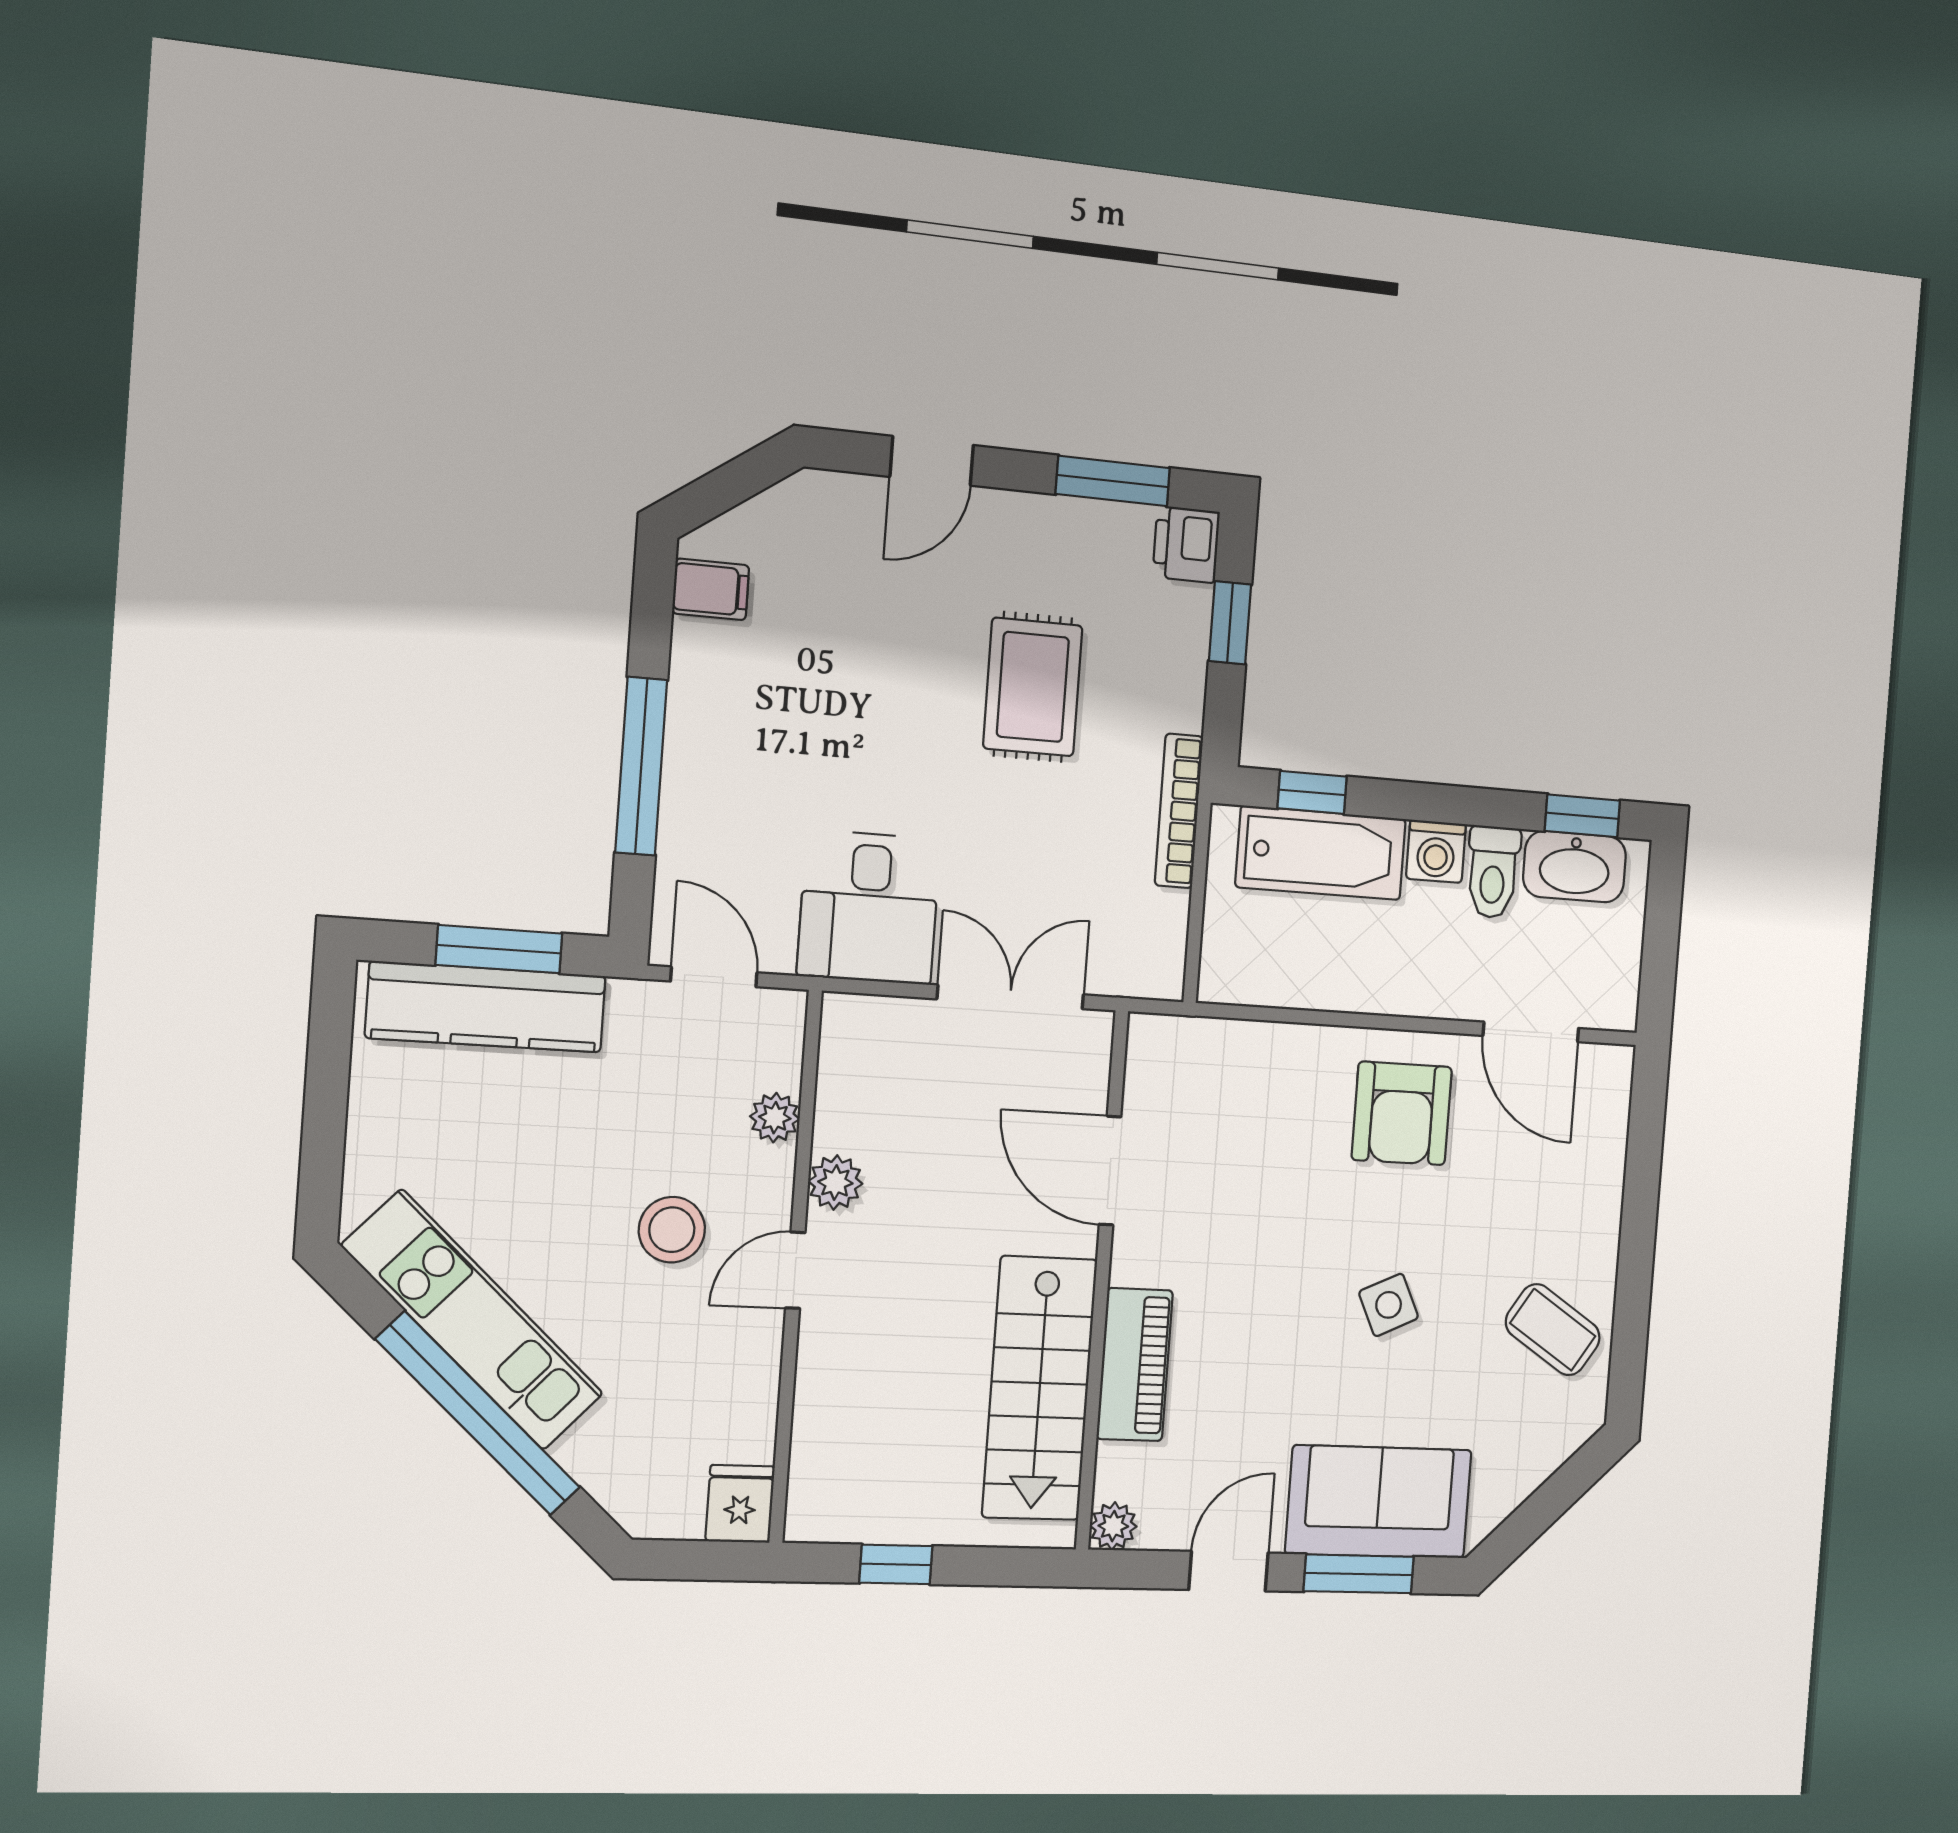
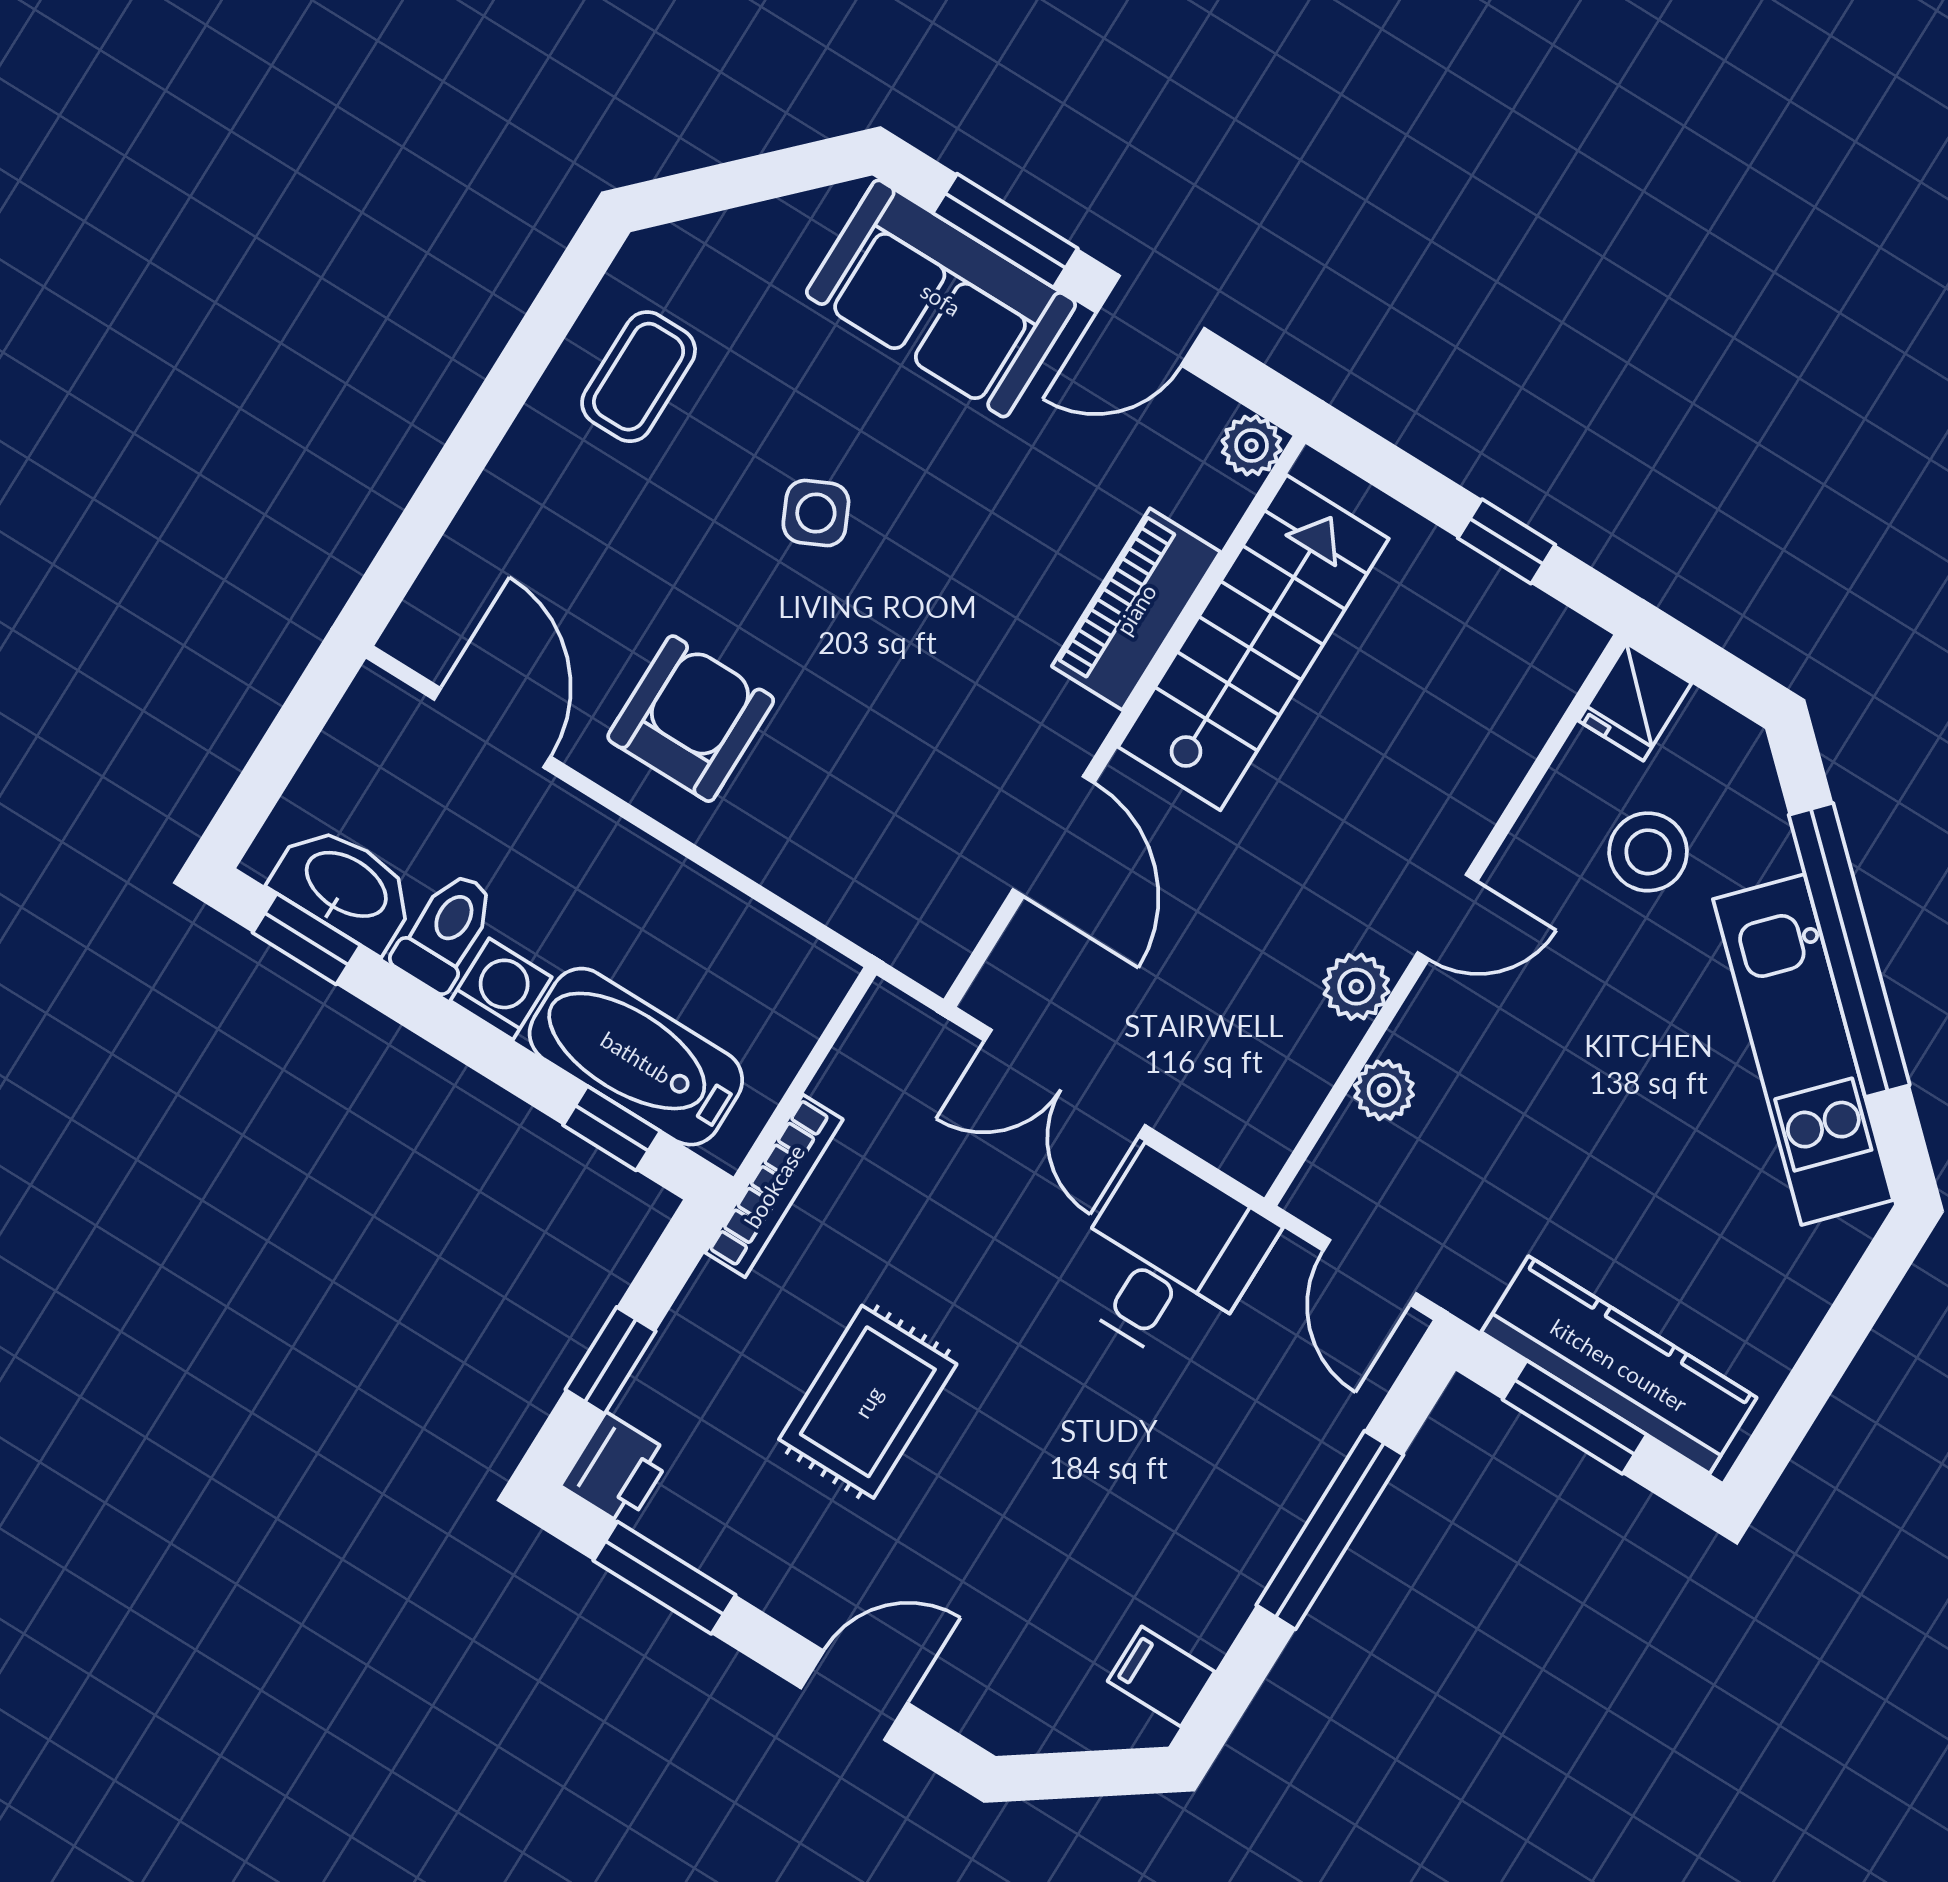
stool: (672, 1230) -> (1648, 852), moved
coffee table: (1553, 1330) -> (639, 377), turned 57

